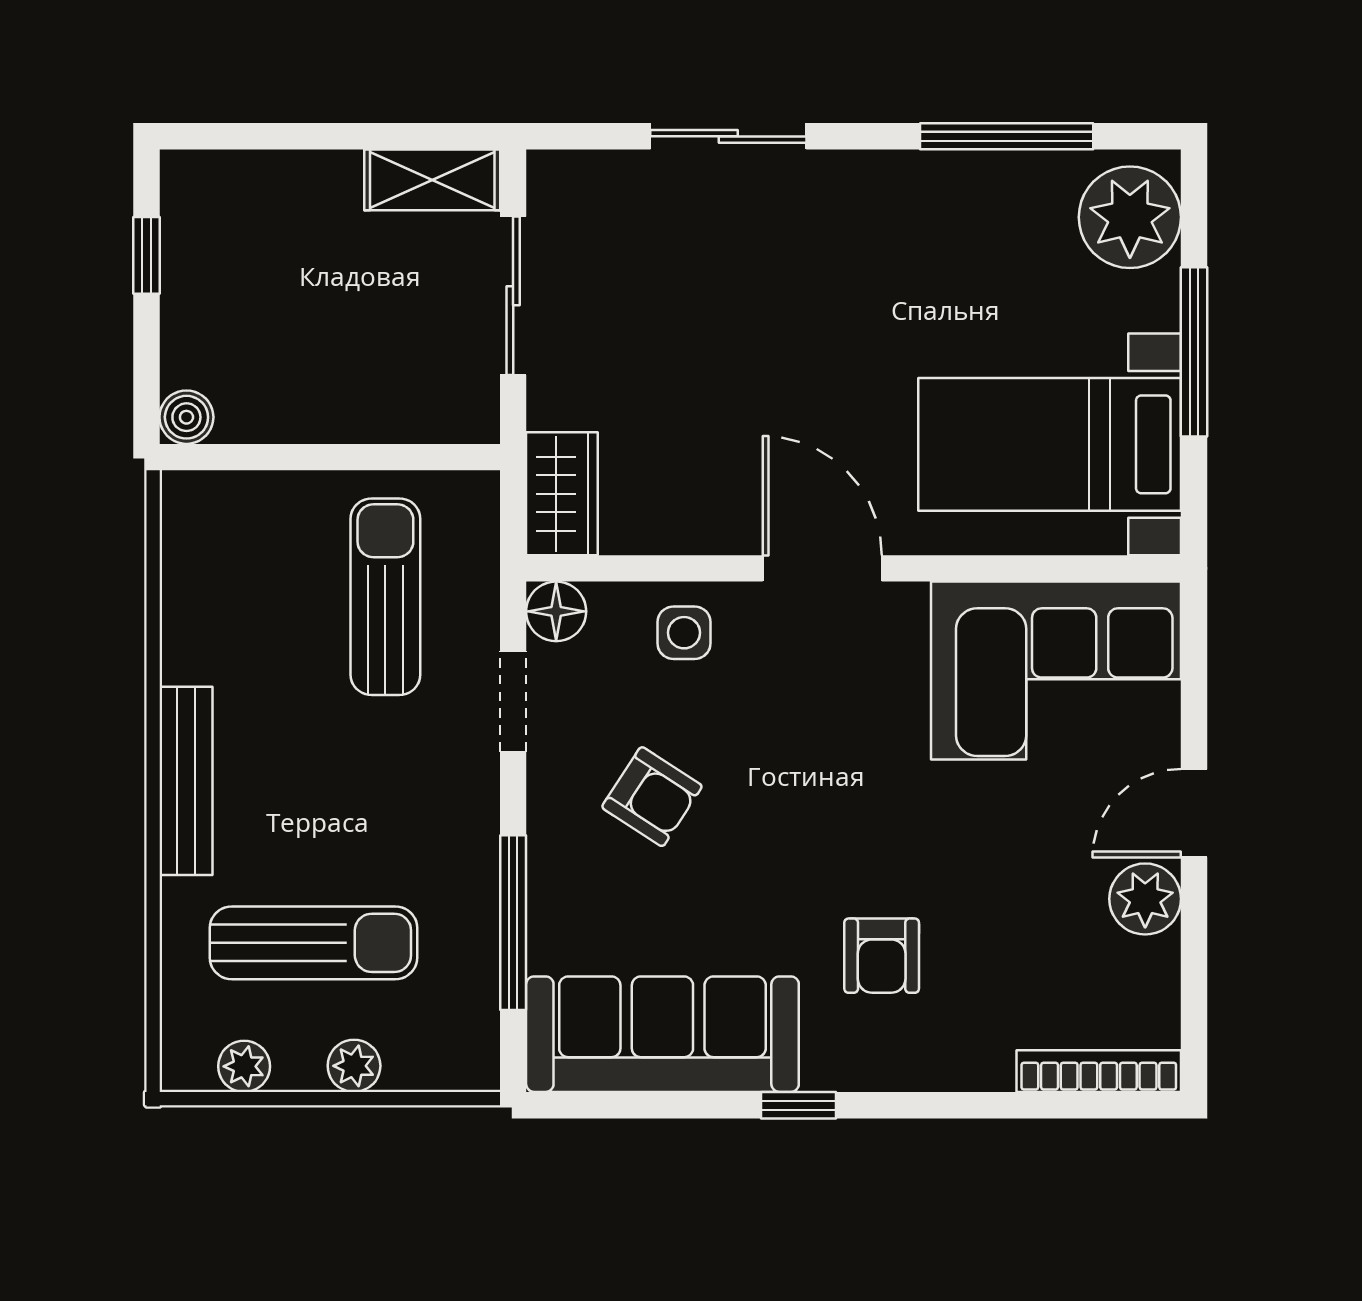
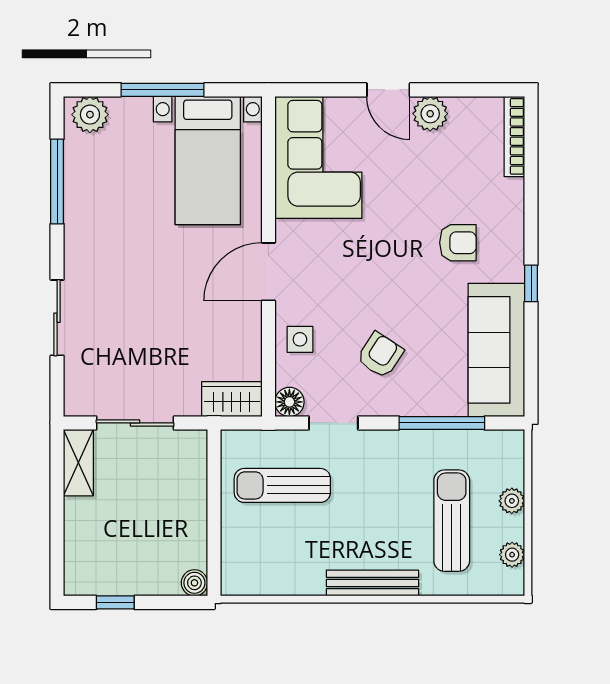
plant: (1130, 217) -> (90, 115), width x0.73, depth x0.73

